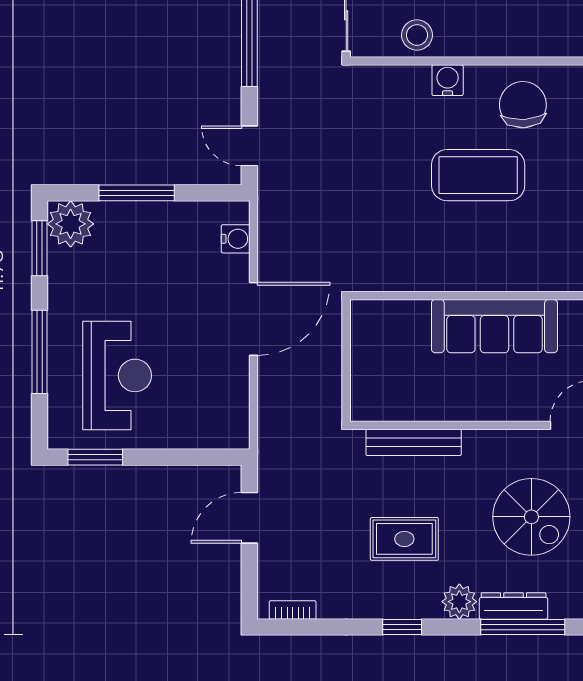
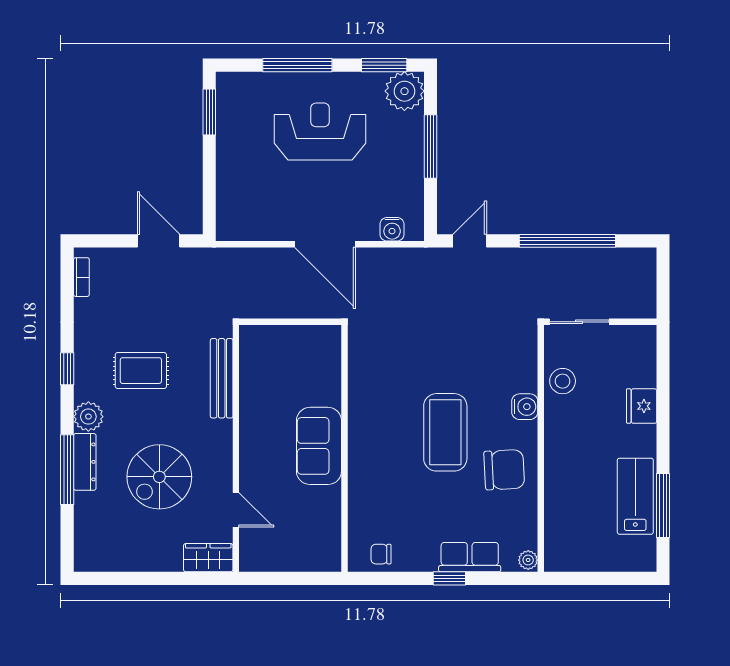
sofa: (494, 326) -> (319, 446), width x0.73
reception desk: (117, 375) -> (320, 132), moved, turned 180
rug: (404, 539) -> (141, 371), turned 90

